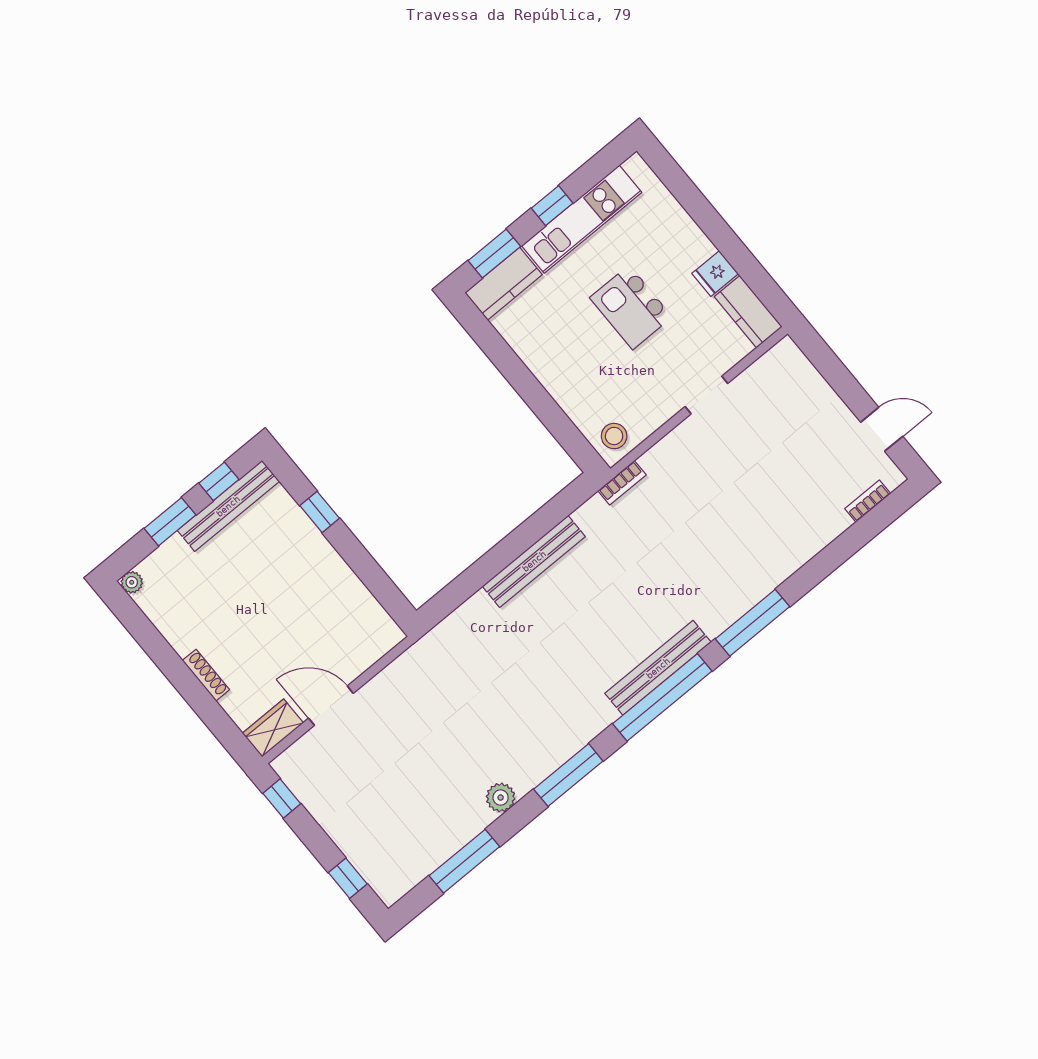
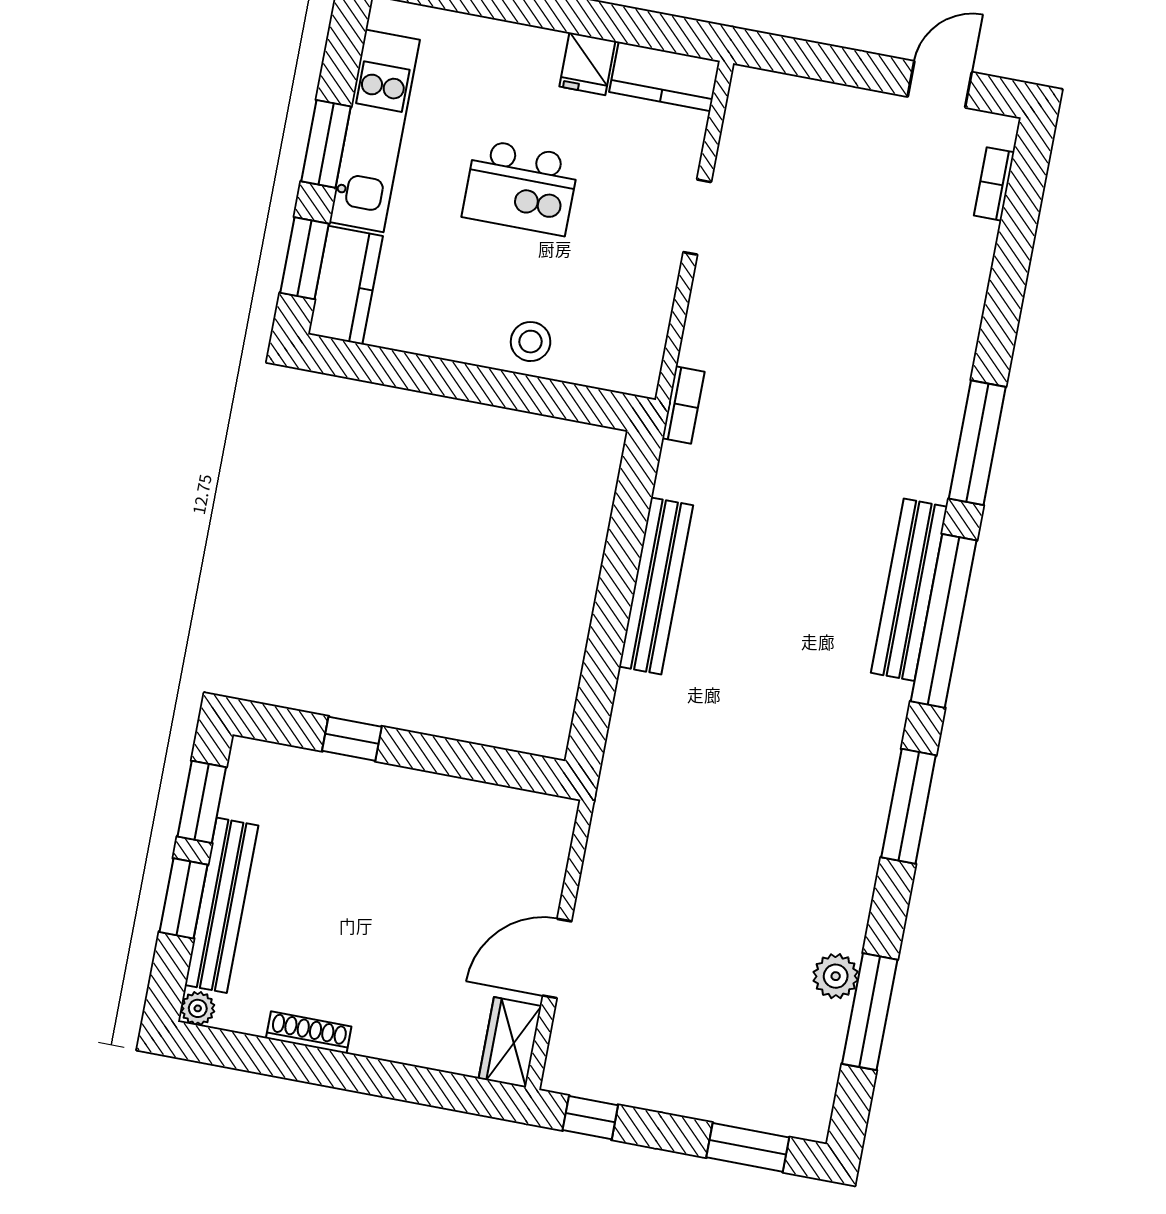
window: (552, 206) -> (326, 144), width x1.50
stool: (614, 436) -> (531, 342), moved
window: (219, 481) -> (202, 802), width x1.50
bench: (228, 506) -> (222, 905), moved
shoe rack: (206, 675) -> (309, 1032), moved
plant: (501, 798) -> (836, 976), moved
window: (348, 878) -> (748, 1147), width x1.50

